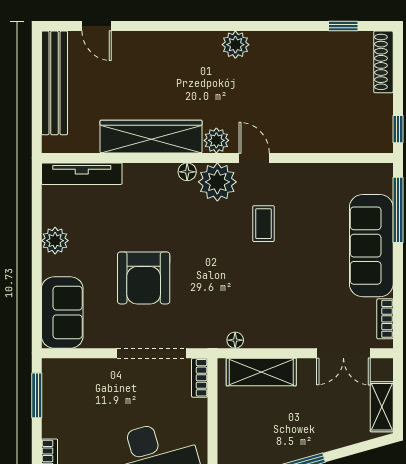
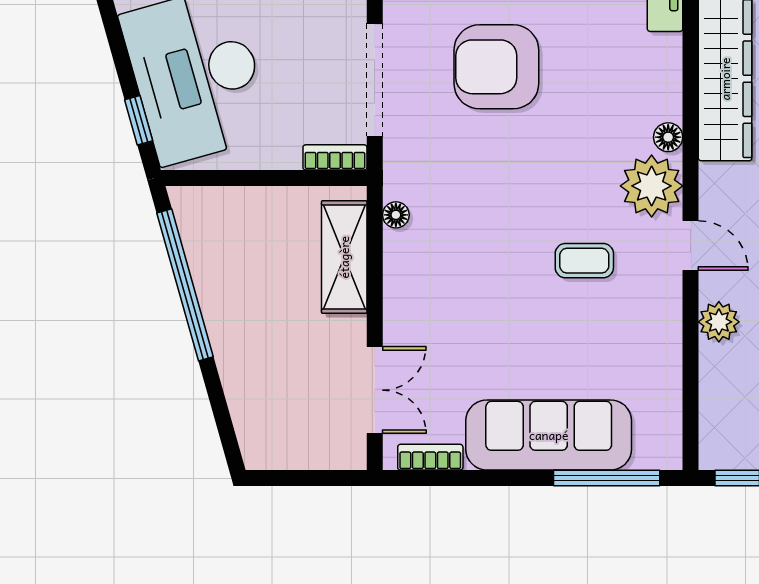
plant: (216, 140) -> (719, 322), moved
door: (254, 158) -> (691, 246), hinge flipped
double door: (343, 353) -> (375, 390), swing flipped
shelving: (382, 407) -> (288, 452), removed

